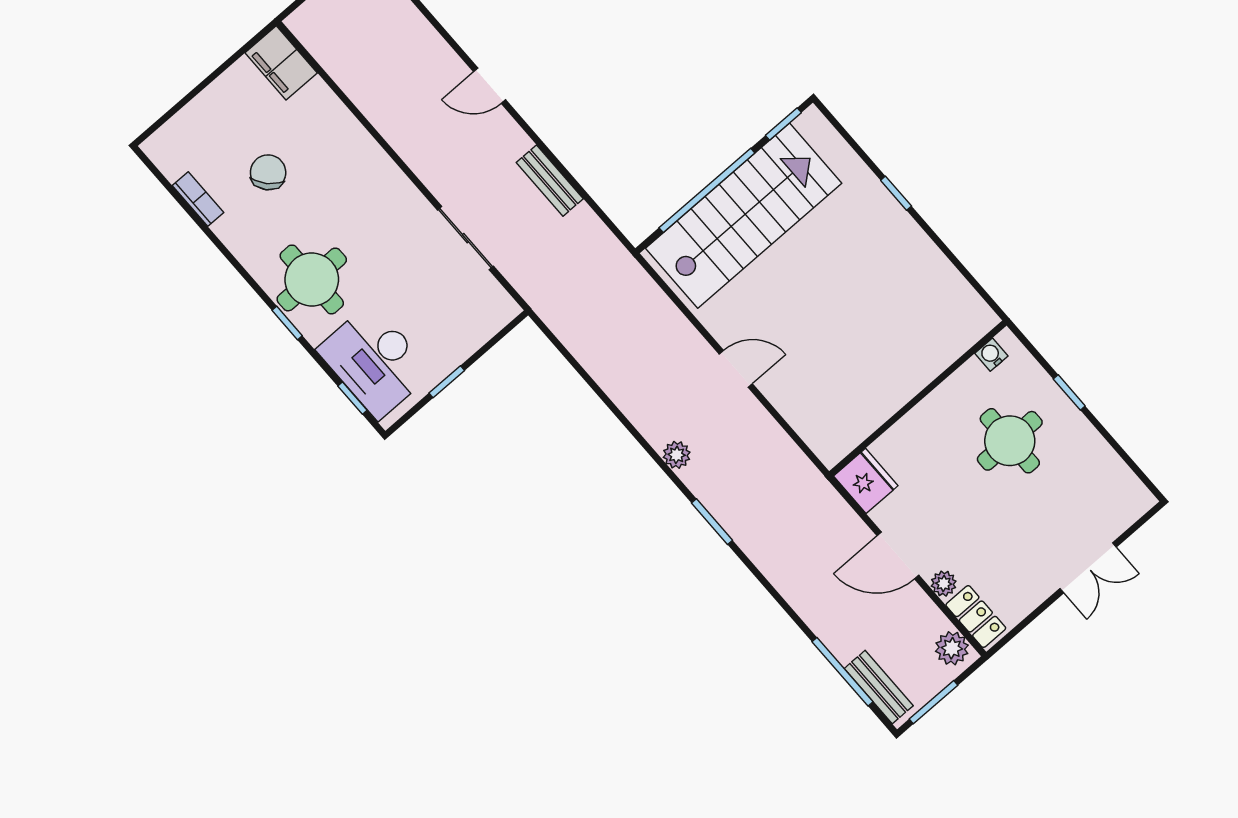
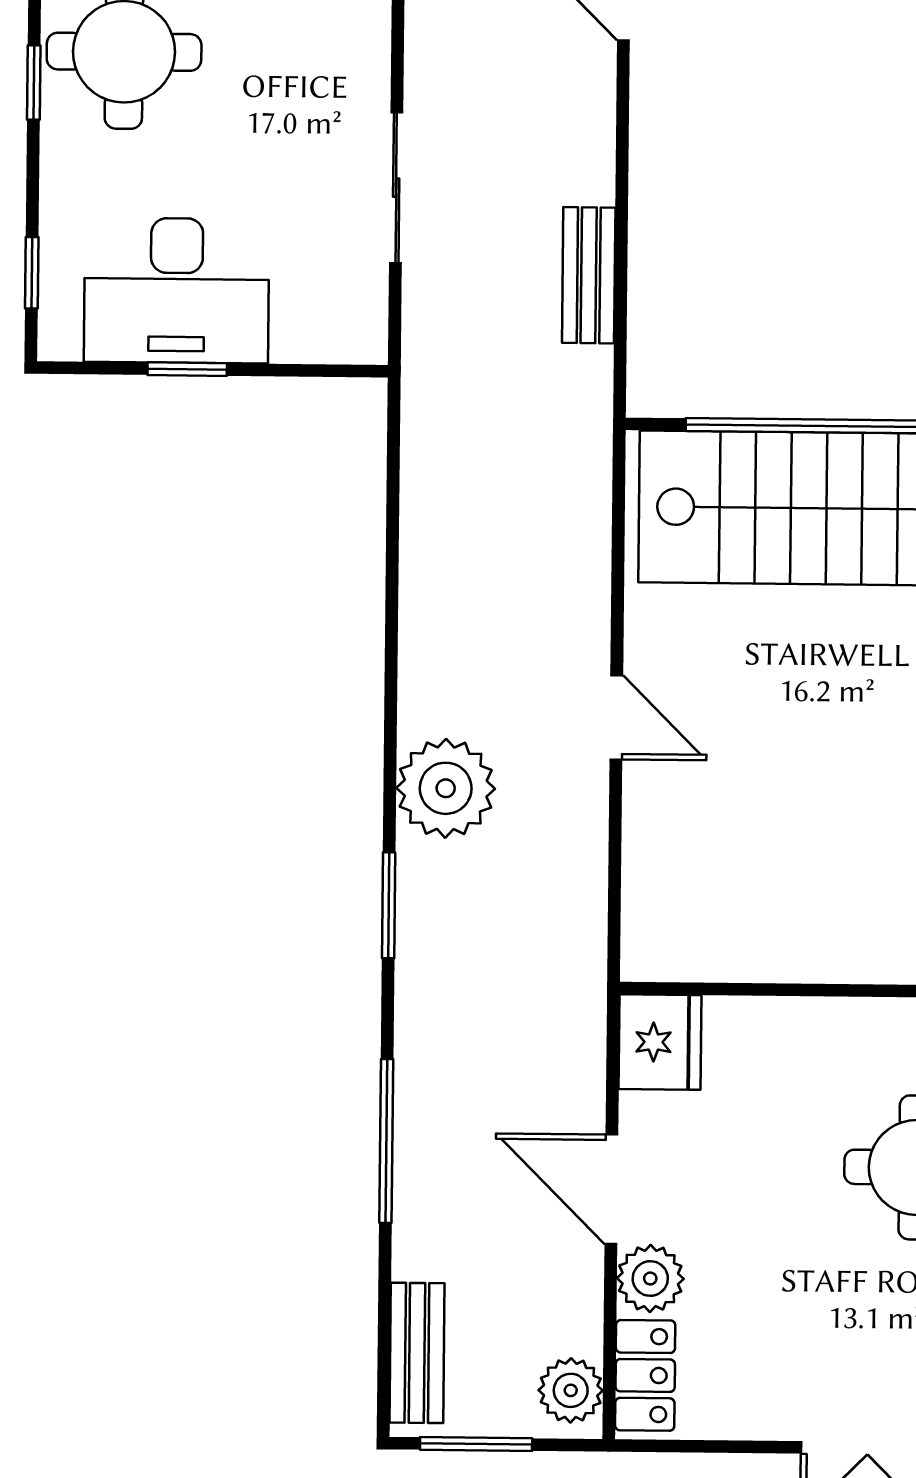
bench: (550, 181) -> (589, 275), moved
desk: (375, 361) -> (177, 290), moved, turned -90
plant: (677, 455) -> (446, 788), width x1.88, depth x1.88
plant: (944, 584) -> (650, 1278), width x1.38, depth x1.38
window: (843, 672) -> (386, 1141), moved

